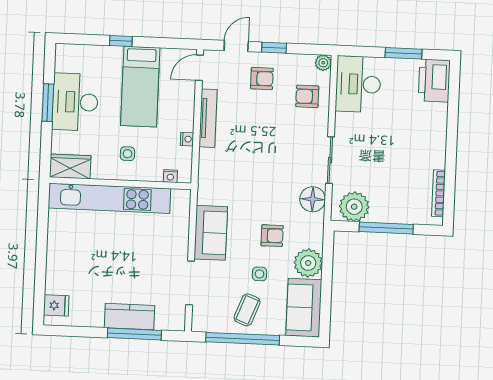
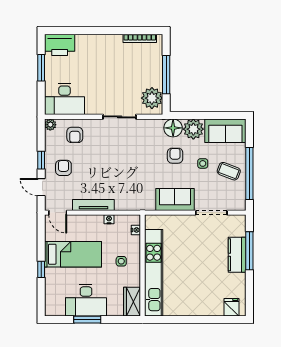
floor lamp: (313, 199) -> (173, 128), moved

